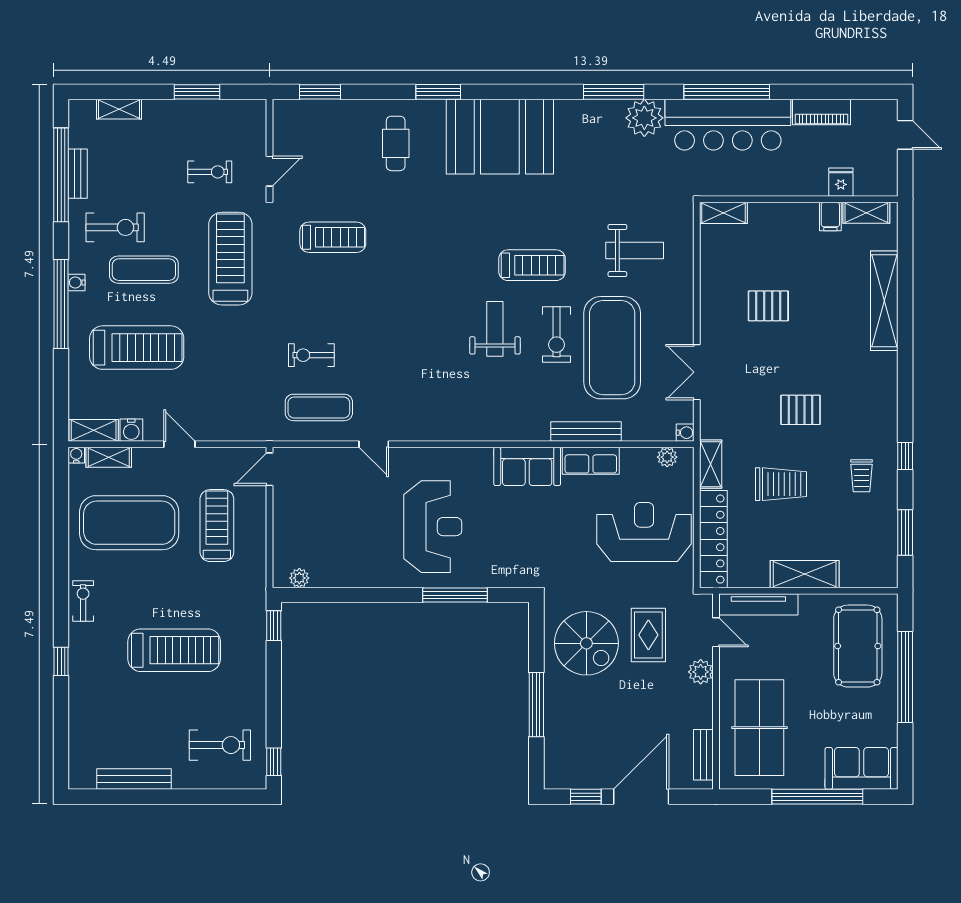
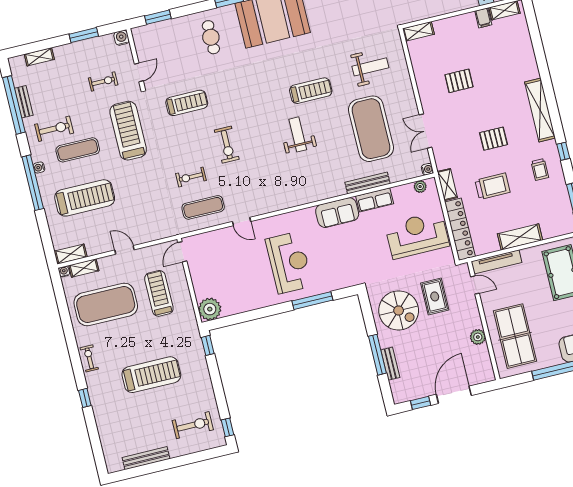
shelving: (884, 301) -> (540, 110), moved
exercise bike: (557, 335) -> (227, 145), moved
water cooler: (131, 430) -> (122, 38), moved, turned 180
plant: (299, 578) -> (210, 309), width x1.87, depth x1.87
plant: (701, 672) -> (478, 337), moved
bench: (703, 755) -> (390, 364), moved

